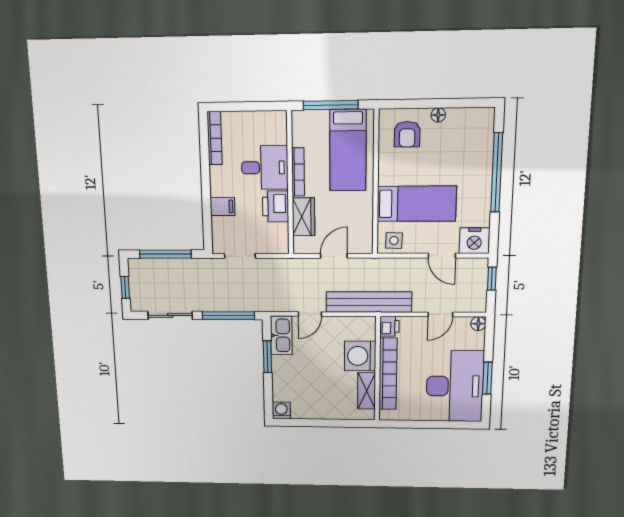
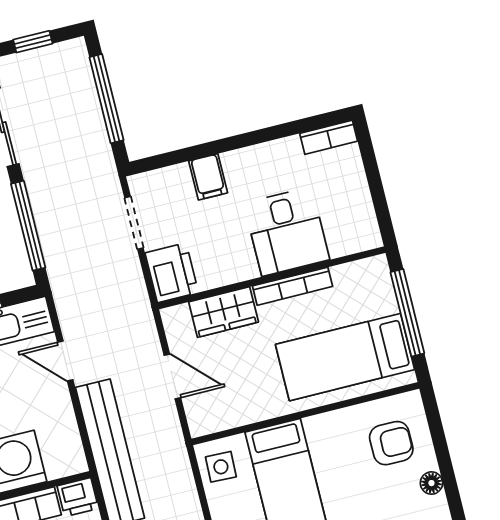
armchair: (407, 134) -> (391, 443), turned 180
bookcase: (215, 138) -> (329, 137), width x0.64
printer: (276, 206) -> (172, 273), moved, turned 90

